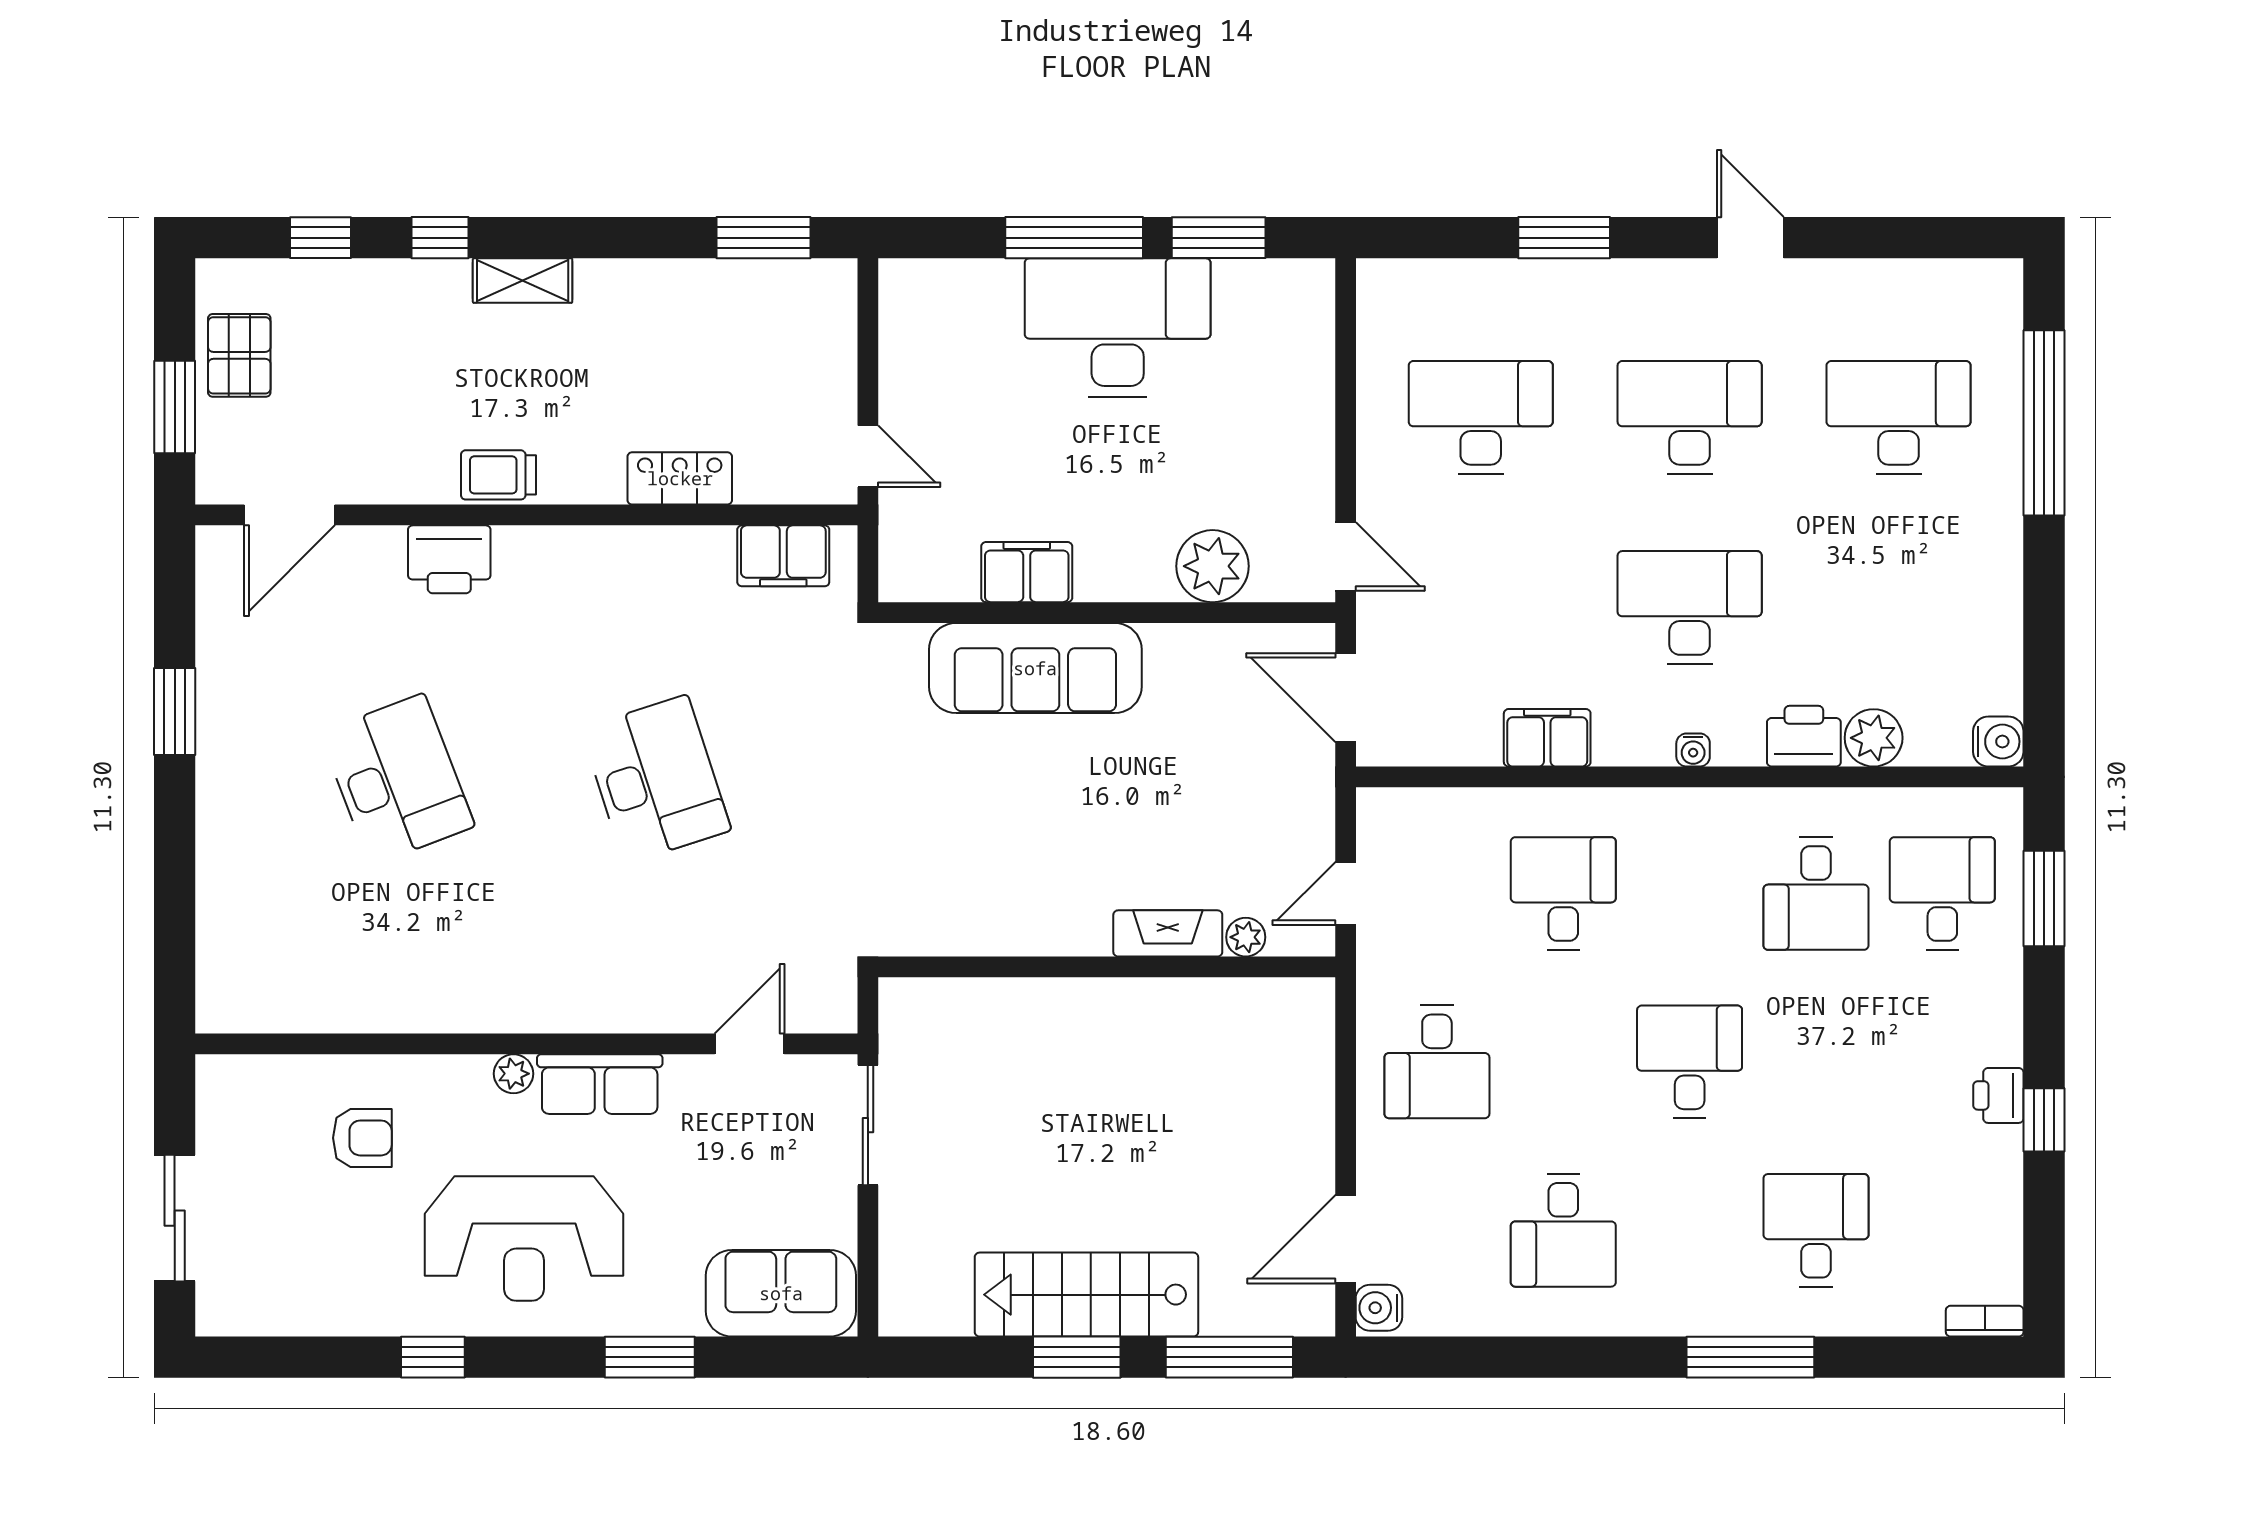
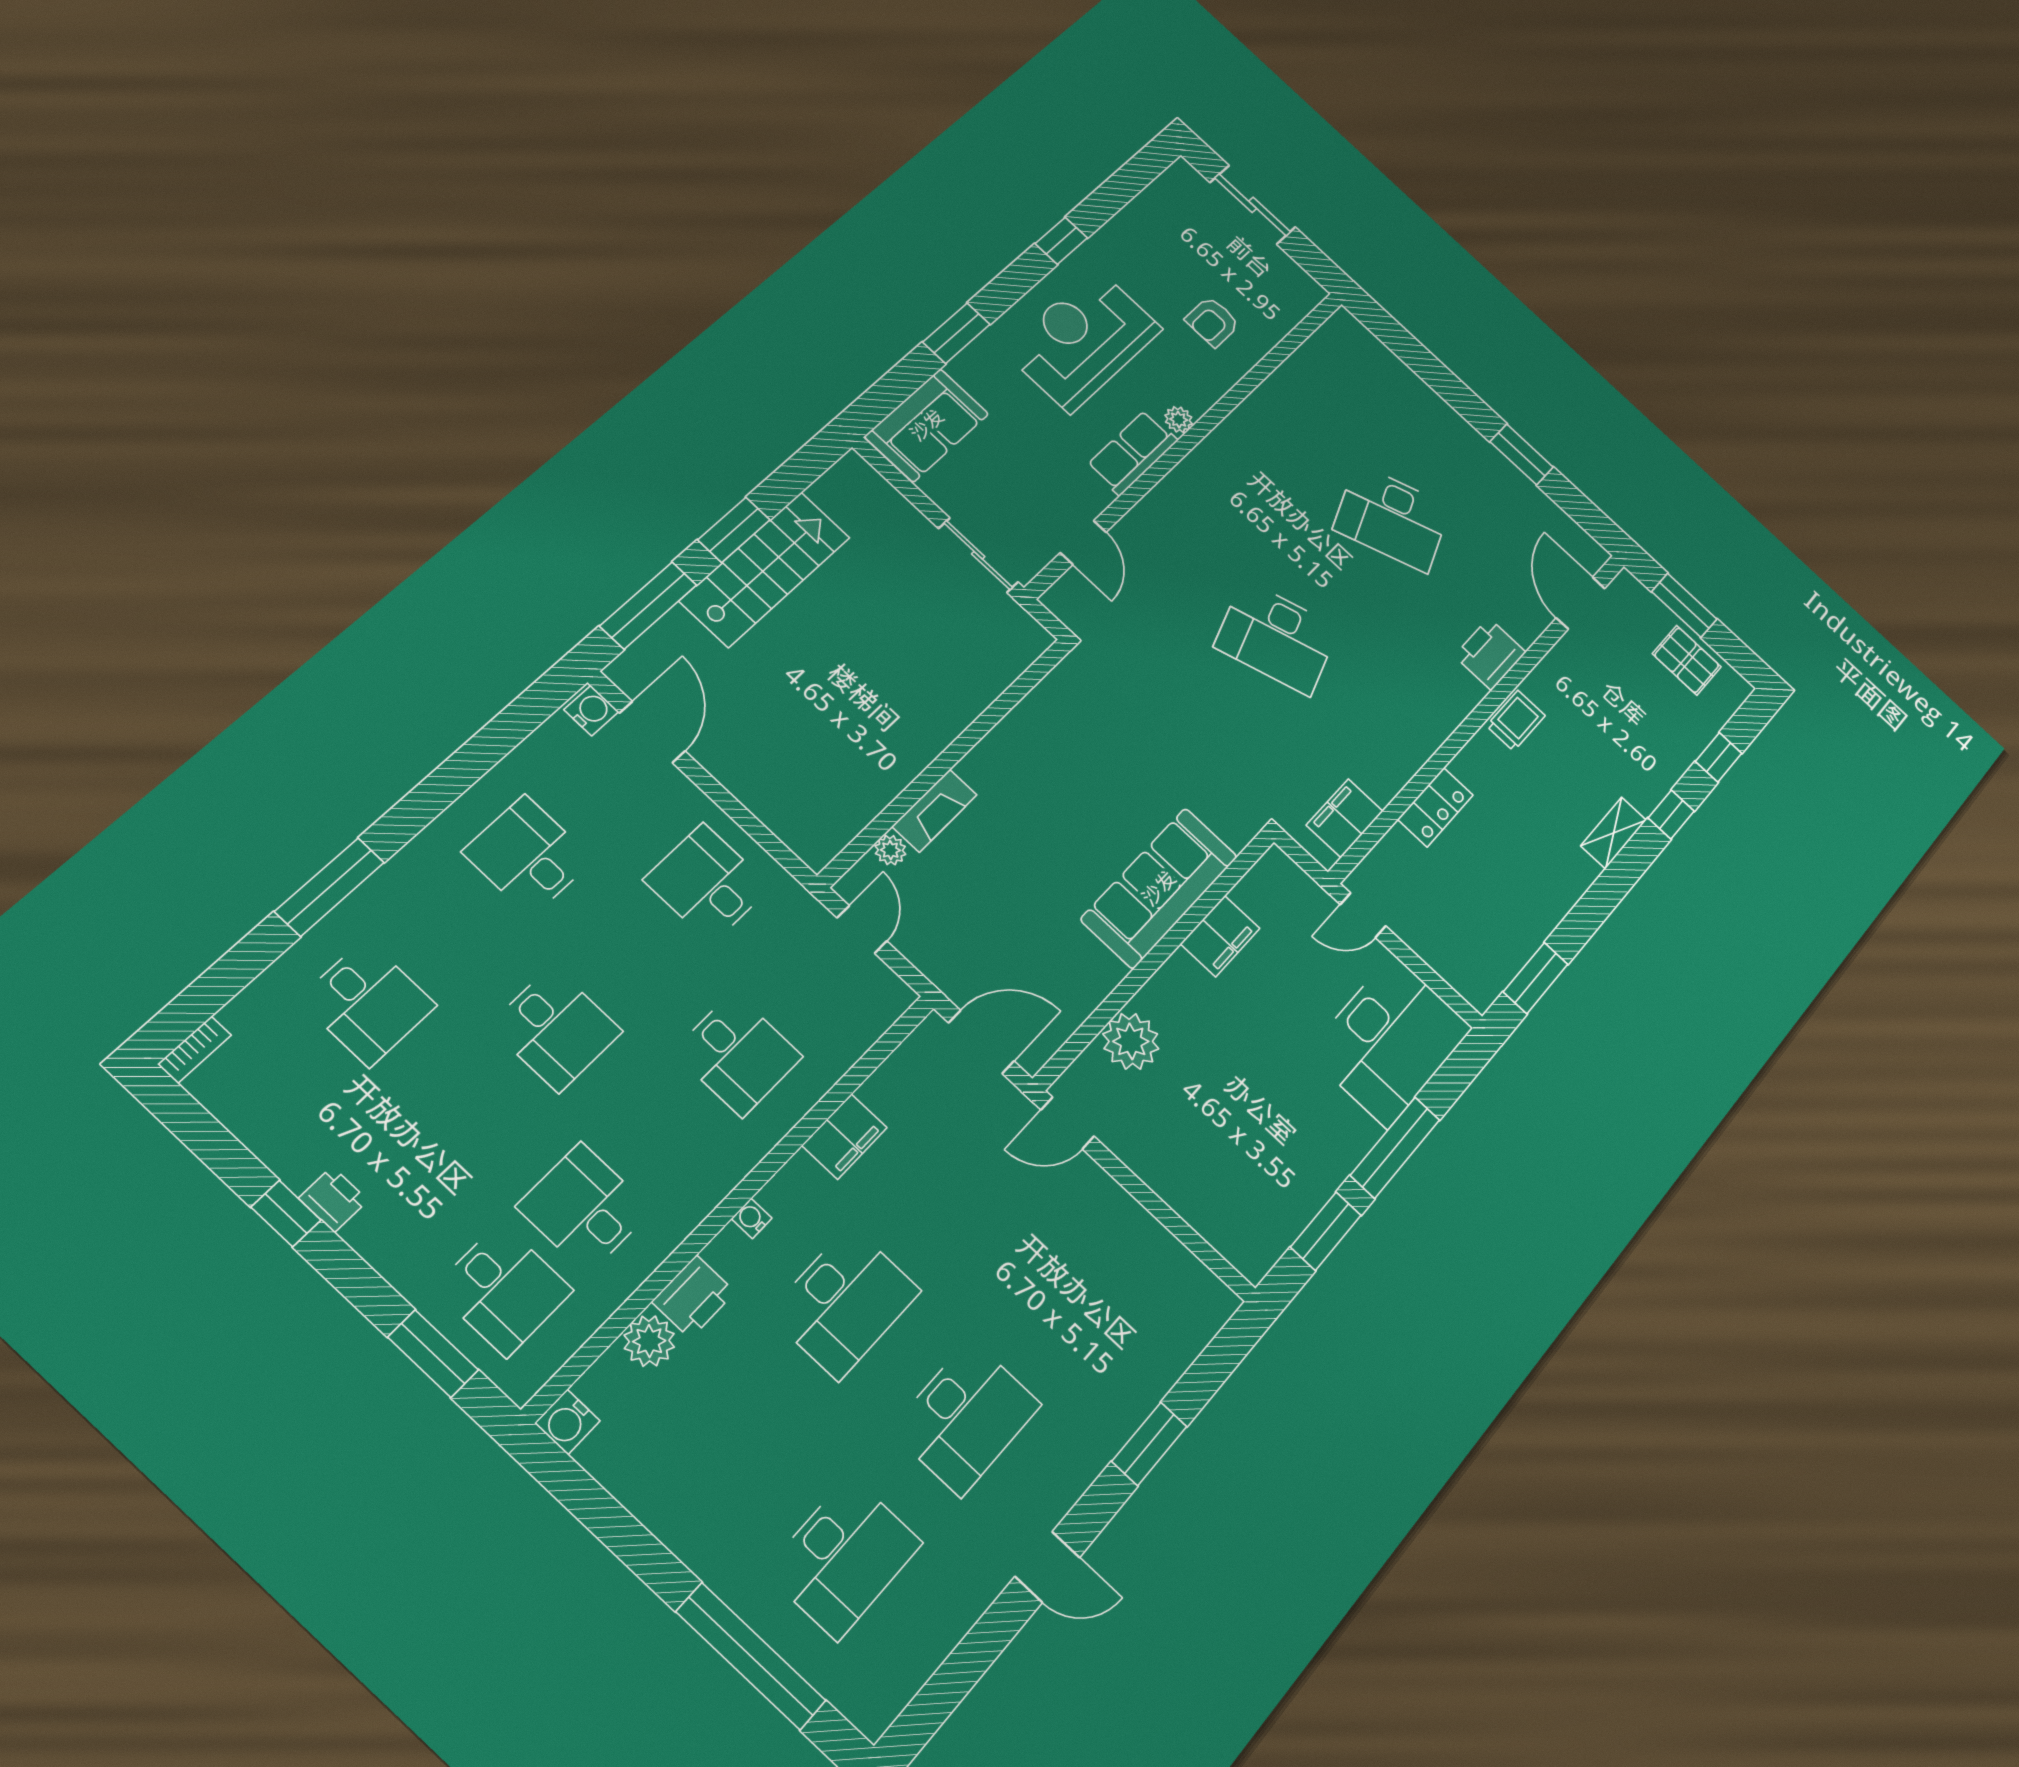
desk: (1118, 328) -> (1390, 1040), moved
desk: (1481, 417) -> (1081, 1285), removed

